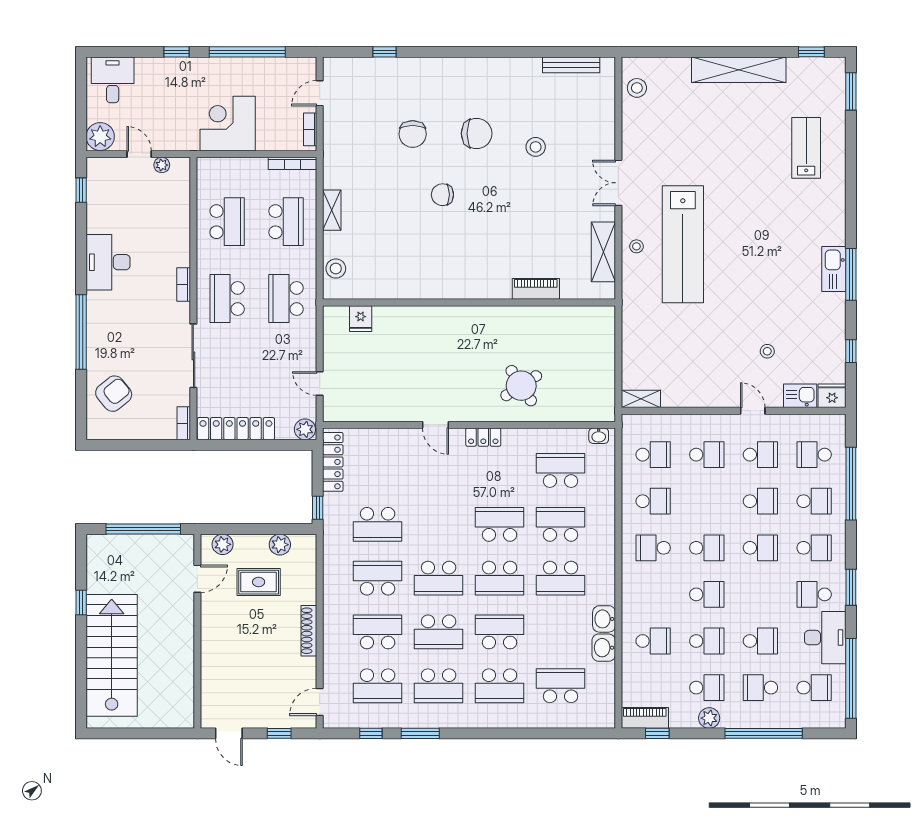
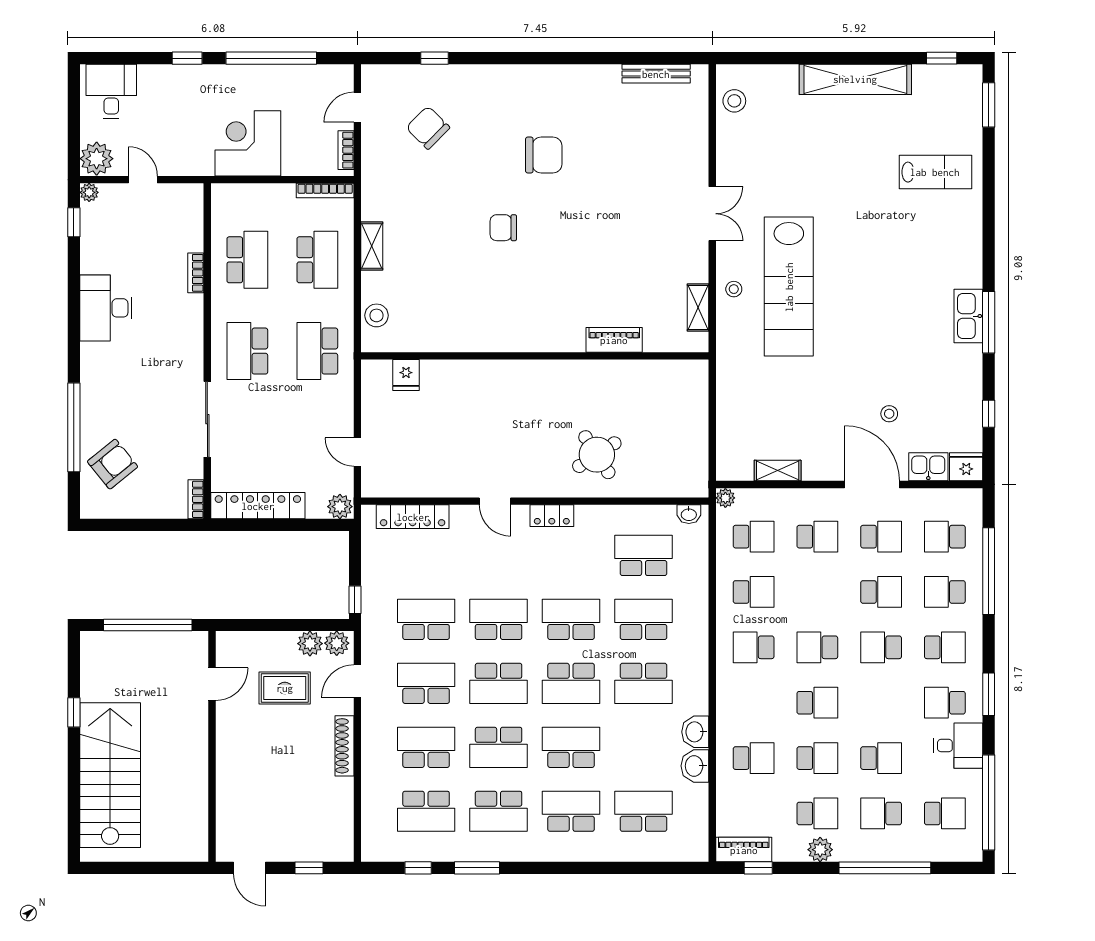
chair: (413, 134) -> (428, 128), moved, turned 135
stool: (536, 147) -> (614, 171), removed
lab bench: (806, 148) -> (935, 172), turned 90
plant: (162, 165) -> (89, 192), moved
double door: (618, 183) -> (712, 214), swing flipped
shelving: (603, 252) -> (698, 307), width x0.67, depth x0.75
bookcase: (184, 284) -> (196, 273), moved
window: (81, 332) -> (74, 427), moved
shelving: (641, 399) -> (778, 470), moved
door: (753, 411) -> (872, 484), width x1.88
plant: (629, 422) -> (725, 498), added
locker: (333, 462) -> (413, 517), moved, turned 90
school desk: (814, 501) -> (945, 592), turned 180
school desk: (378, 524) -> (426, 619), turned 180
school desk: (439, 524) -> (499, 619), added
plant: (223, 544) -> (337, 643), moved
school desk: (707, 548) -> (817, 647), turned 180
school desk: (760, 548) -> (881, 647), turned 180
desk: (825, 638) -> (958, 746), width x0.73
school desk: (500, 686) -> (571, 811), turned 180
door: (320, 702) -> (357, 681), moved

